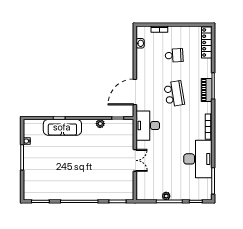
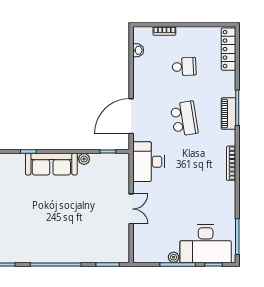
sofa: (62, 127) -> (51, 164), moved
desk: (198, 159) -> (206, 244), moved, turned 90

